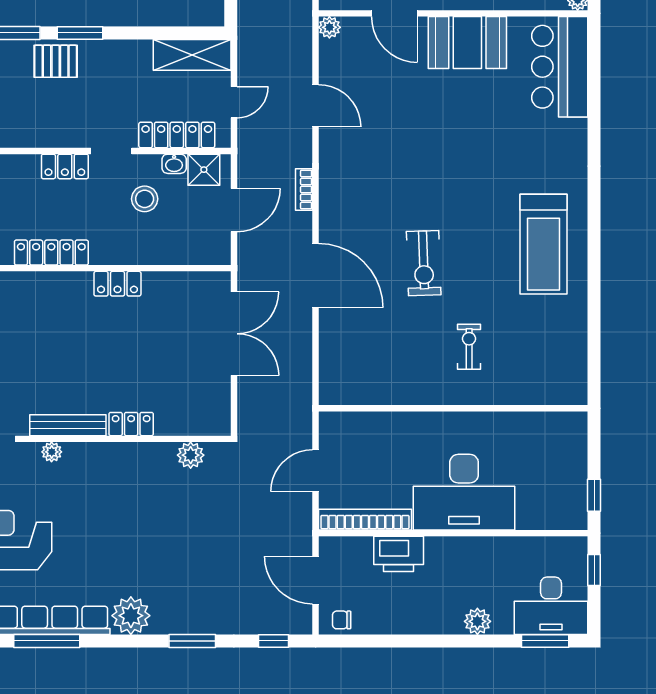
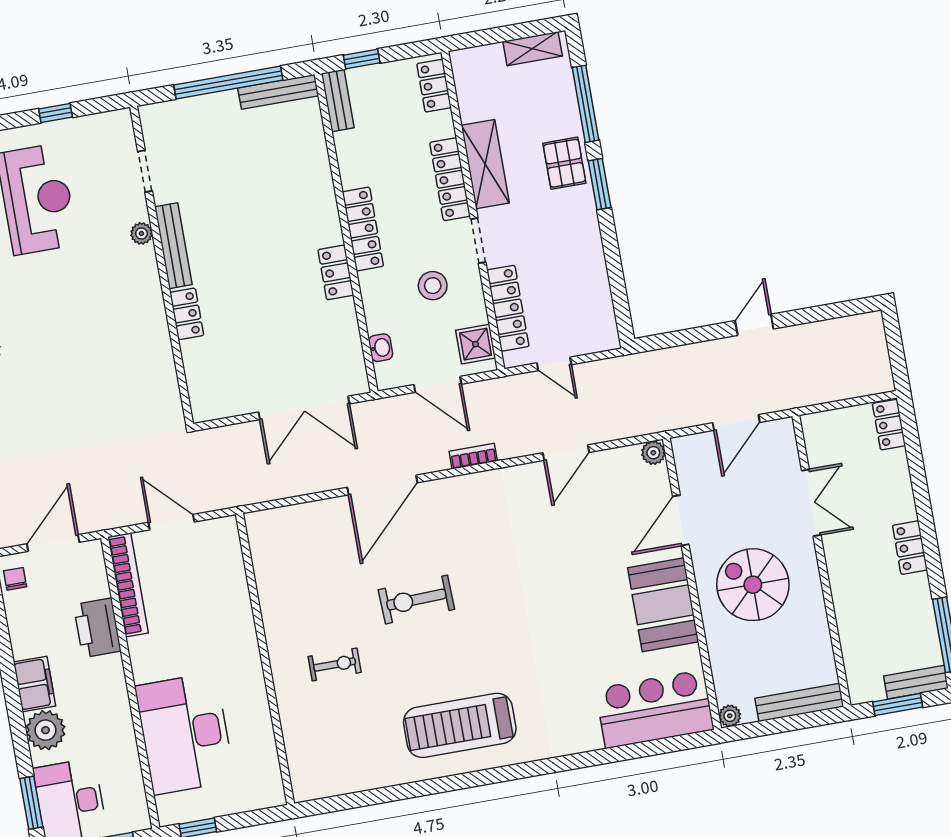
shelving: (192, 55) -> (485, 164), moved
washbasin: (174, 164) -> (381, 348), moved, turned 180
locker: (65, 166) -> (450, 179), width x1.53
locker: (51, 253) -> (363, 229), moved
plant: (191, 455) -> (164, 384), removed
desk: (464, 492) -> (185, 734), moved
filing cabinet: (439, 619) -> (35, 684), added
plant: (477, 621) -> (45, 730), width x1.36, depth x1.36

